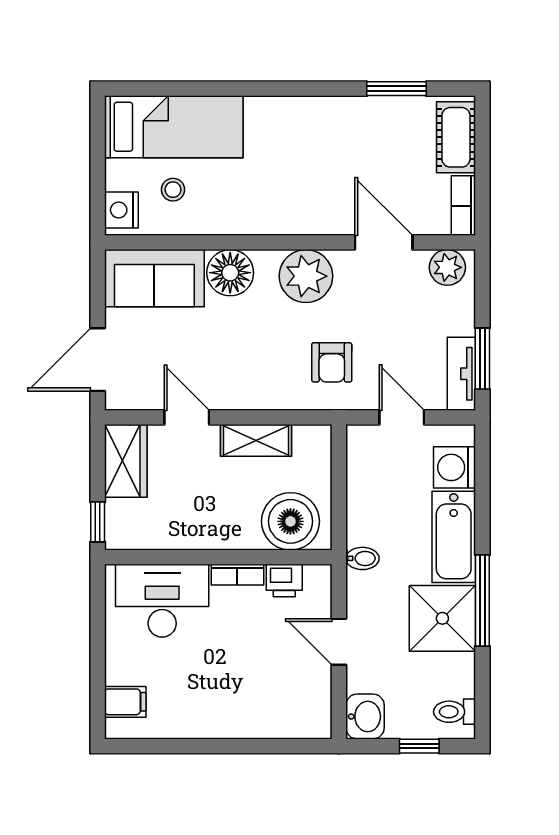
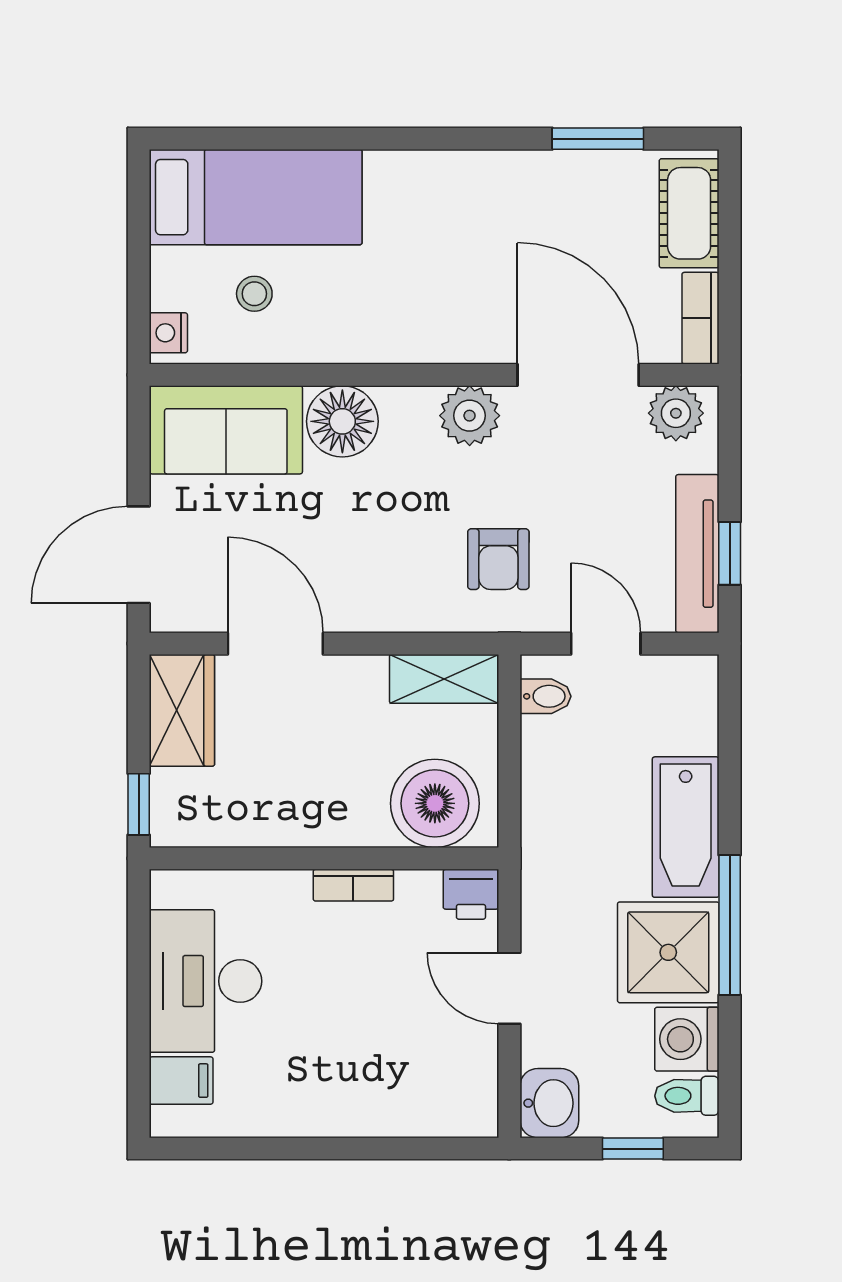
nightstand: (121, 210) -> (168, 333), width x0.72, depth x0.74
door: (384, 242) -> (578, 375), width x1.36
plant: (306, 276) -> (470, 416), width x0.73, depth x0.73
window: (482, 359) -> (730, 553), width x0.67
tv unit: (461, 374) -> (697, 554), width x1.41
door: (187, 417) -> (275, 644), width x1.38
shelving: (256, 440) -> (444, 679), moved
washing machine: (454, 467) -> (687, 1039), moved
bidet: (362, 558) -> (545, 696), moved
printer: (284, 581) -> (471, 894), moved
desk: (162, 601) -> (205, 981), moved, turned -90

